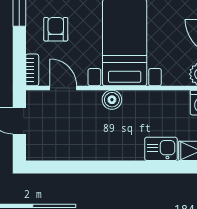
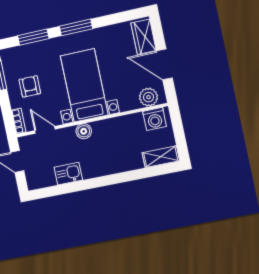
kitchen sink: (161, 149) -> (68, 174), moved

